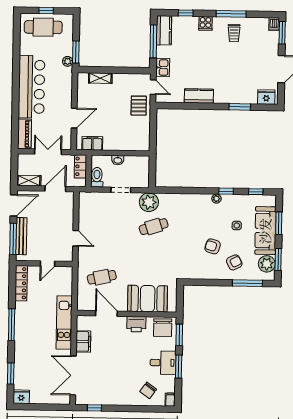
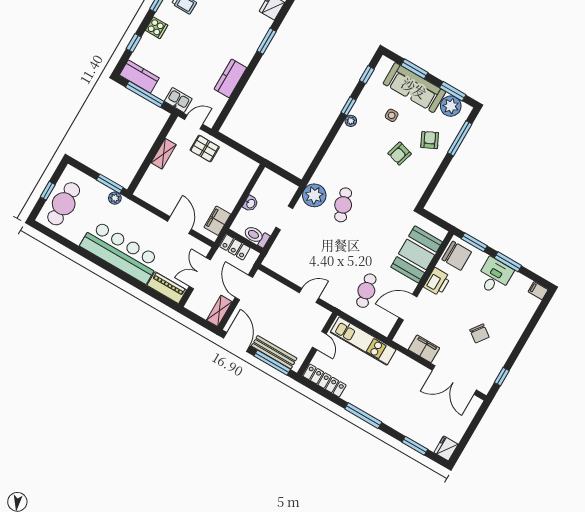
shelving: (100, 78) -> (164, 154), moved
kitchen unit: (64, 323) -> (363, 341), moved
chair: (148, 390) -> (479, 333), moved

